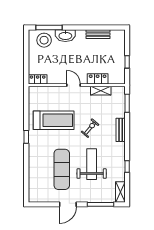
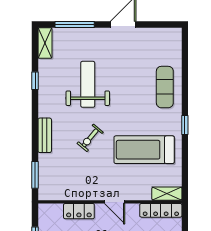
locker: (38, 79) -> (161, 210), width x1.53
shelving: (101, 91) -> (167, 194), moved
weight bench: (92, 164) -> (88, 84), turned 180
exercise mat: (62, 169) -> (165, 87), moved, width x0.73, depth x0.69

